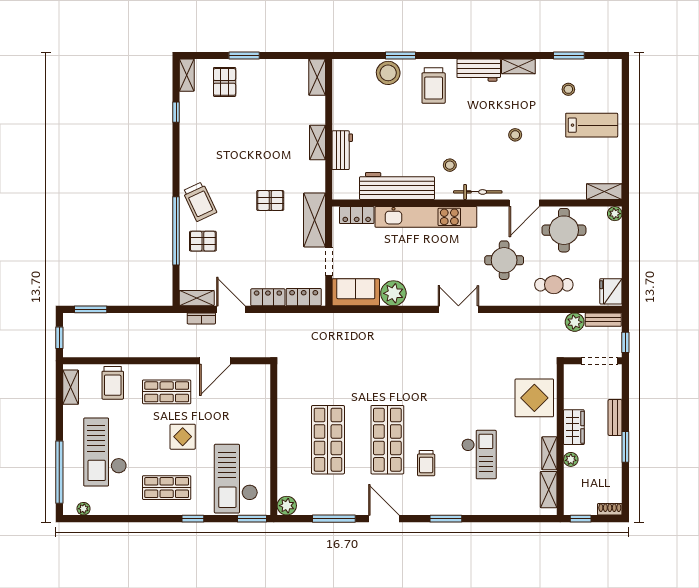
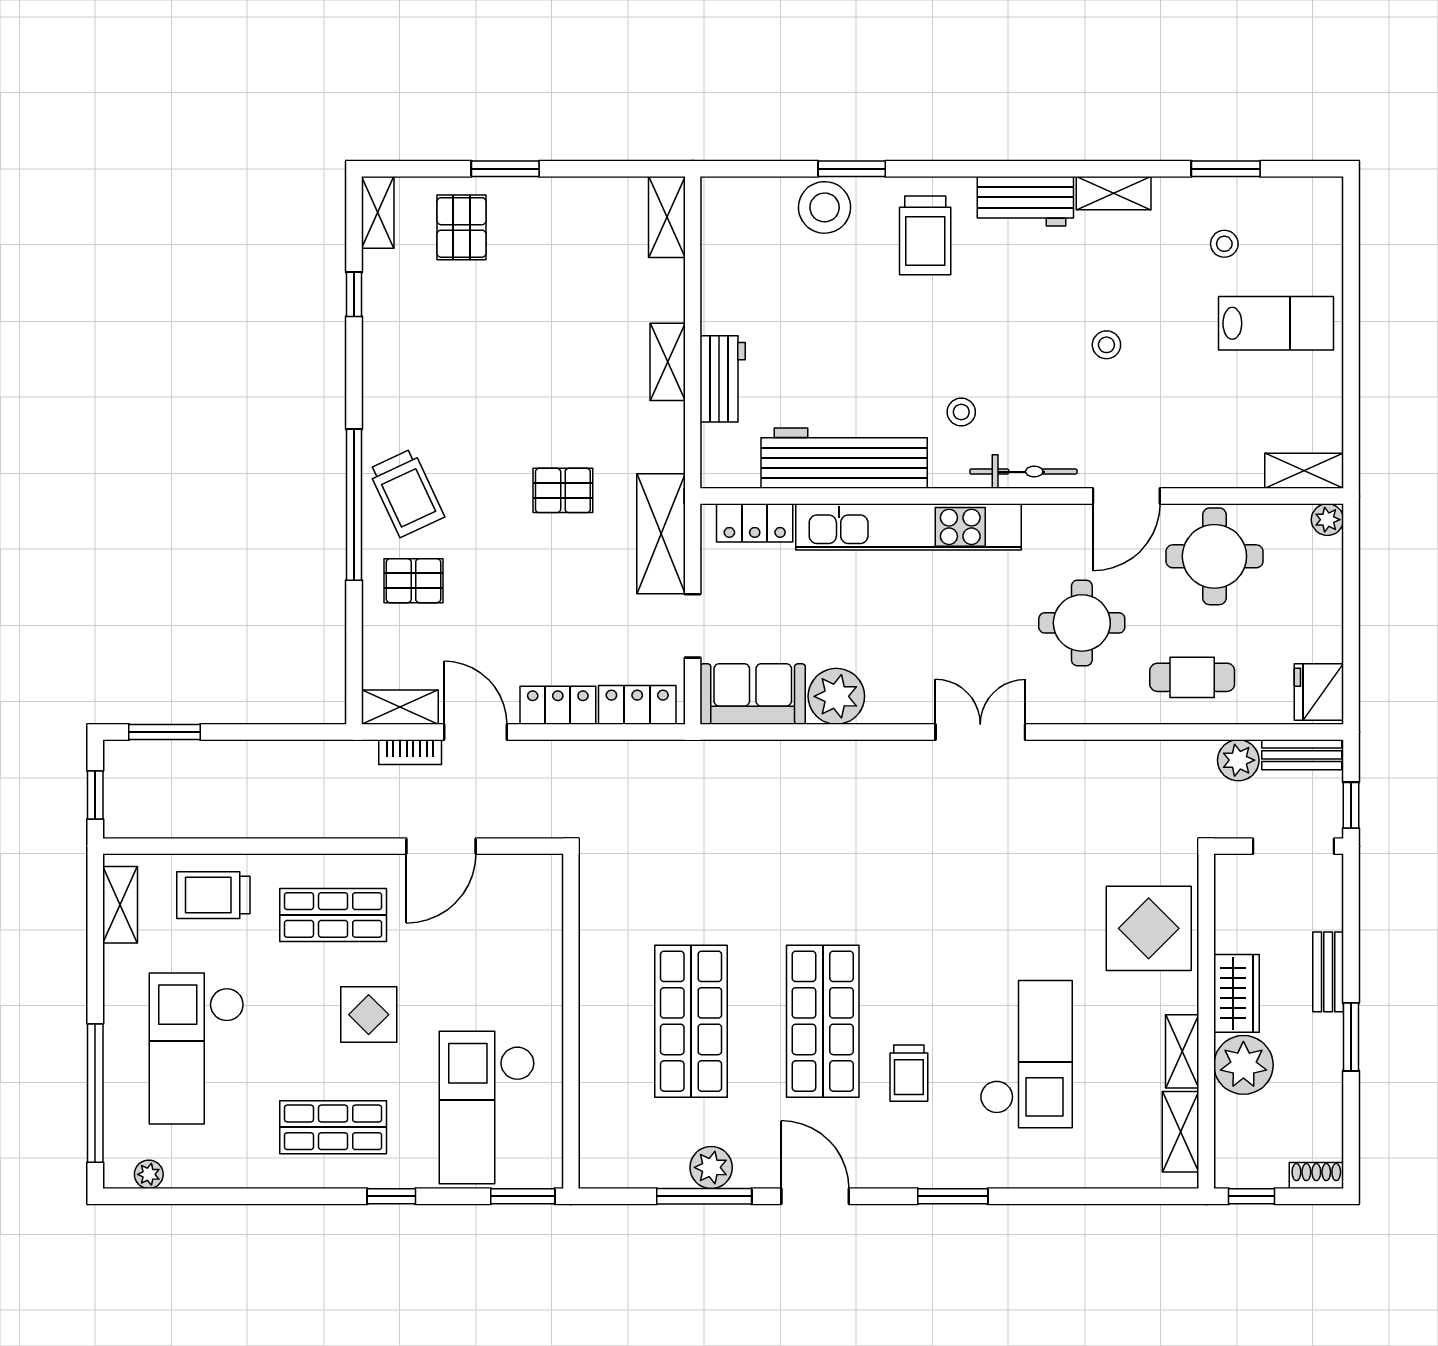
window: (176, 231) -> (354, 505), moved
trolley: (113, 383) -> (213, 895), turned 90
checkout: (479, 455) -> (1026, 1054), width x1.36, depth x1.21
plant: (571, 459) -> (1243, 1065), width x1.87, depth x1.87
plant: (287, 506) -> (711, 1167), moved

